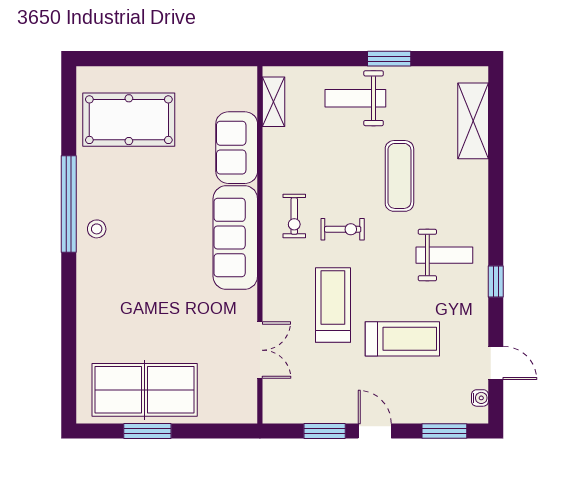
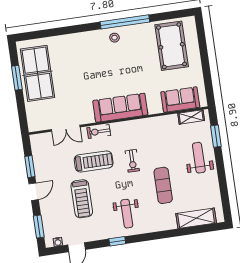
window: (389, 59) -> (216, 136), moved
sofa: (237, 148) -> (180, 100), moved
exercise mat: (399, 176) -> (163, 185), turned 90
exercise bike: (294, 216) -> (99, 132), moved

